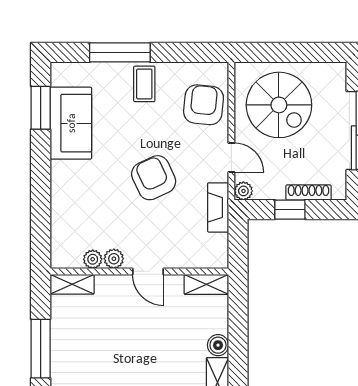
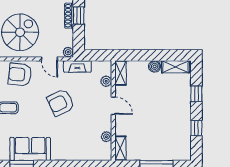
door: (231, 158) -> (49, 59), swing flipped
window: (290, 210) -> (79, 16), moved
plant: (114, 259) -> (106, 81), moved
door: (148, 271) -> (113, 106), hinge flipped

